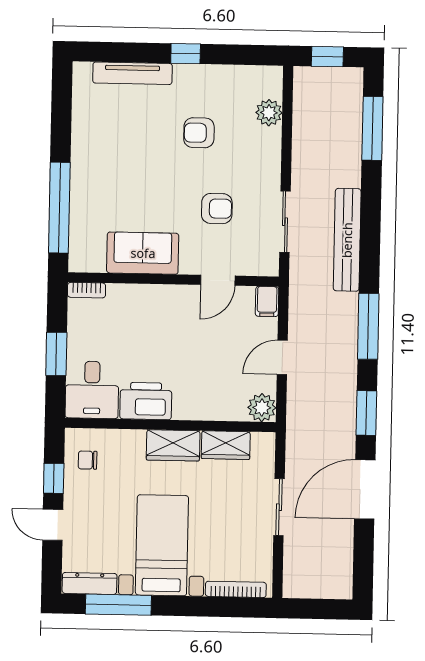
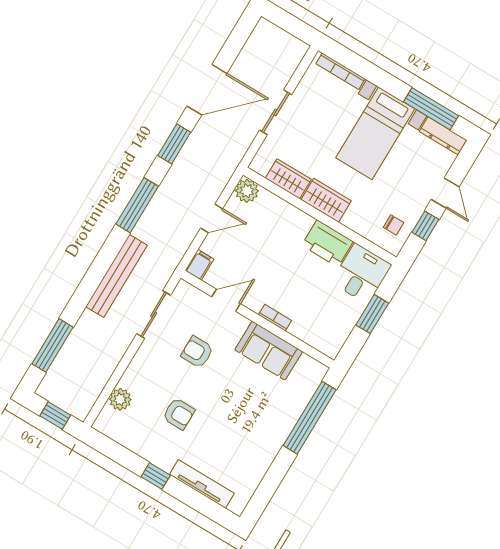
bookcase: (87, 290) -> (275, 318), moved

